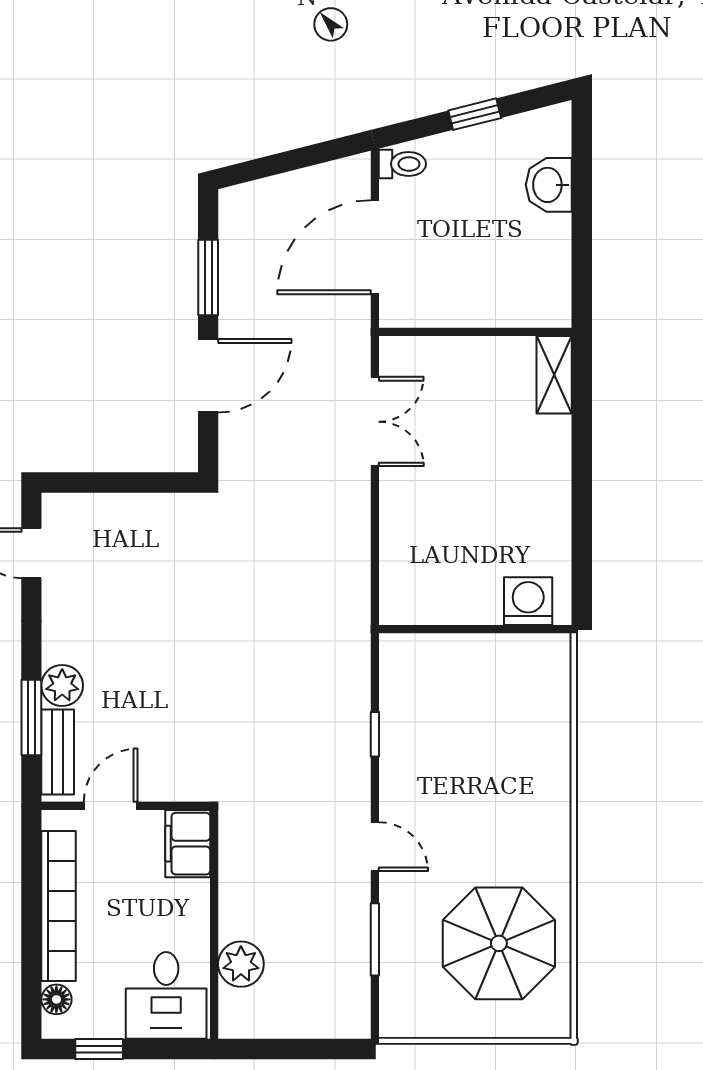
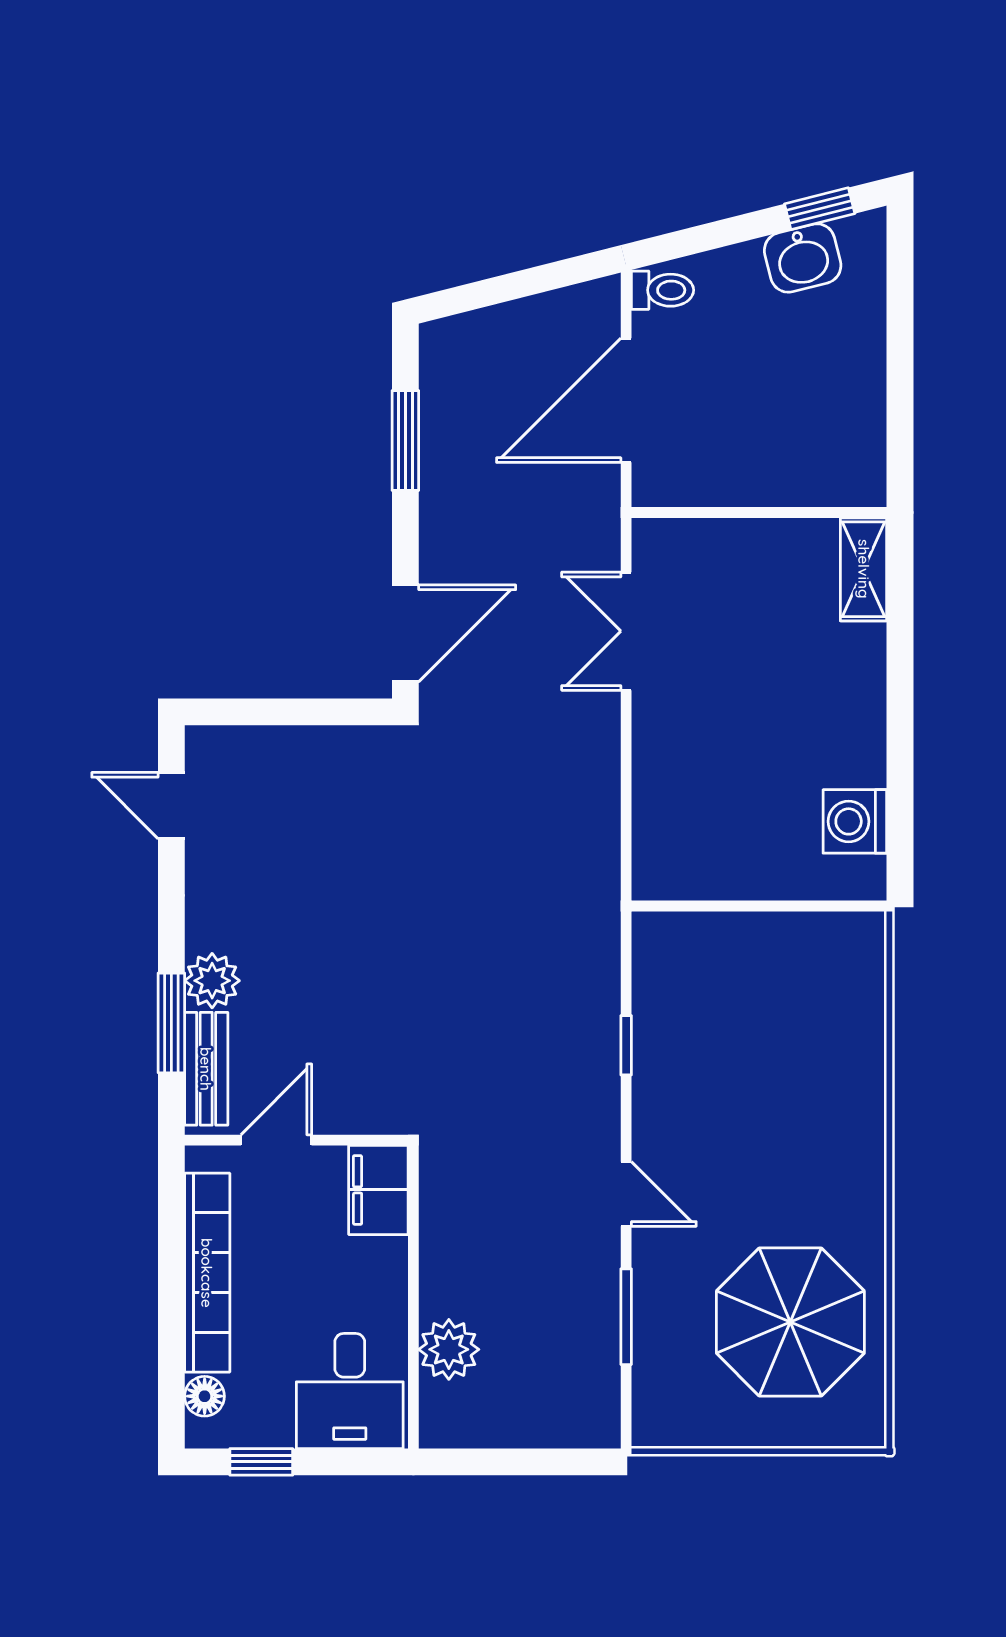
window: (475, 114) -> (820, 209), moved
washbasin: (549, 185) -> (803, 258), moved, turned -104
door: (208, 376) -> (405, 633), moved
double door: (375, 422) -> (626, 631), swing flipped
washing machine: (528, 601) -> (855, 821), moved, turned -90

